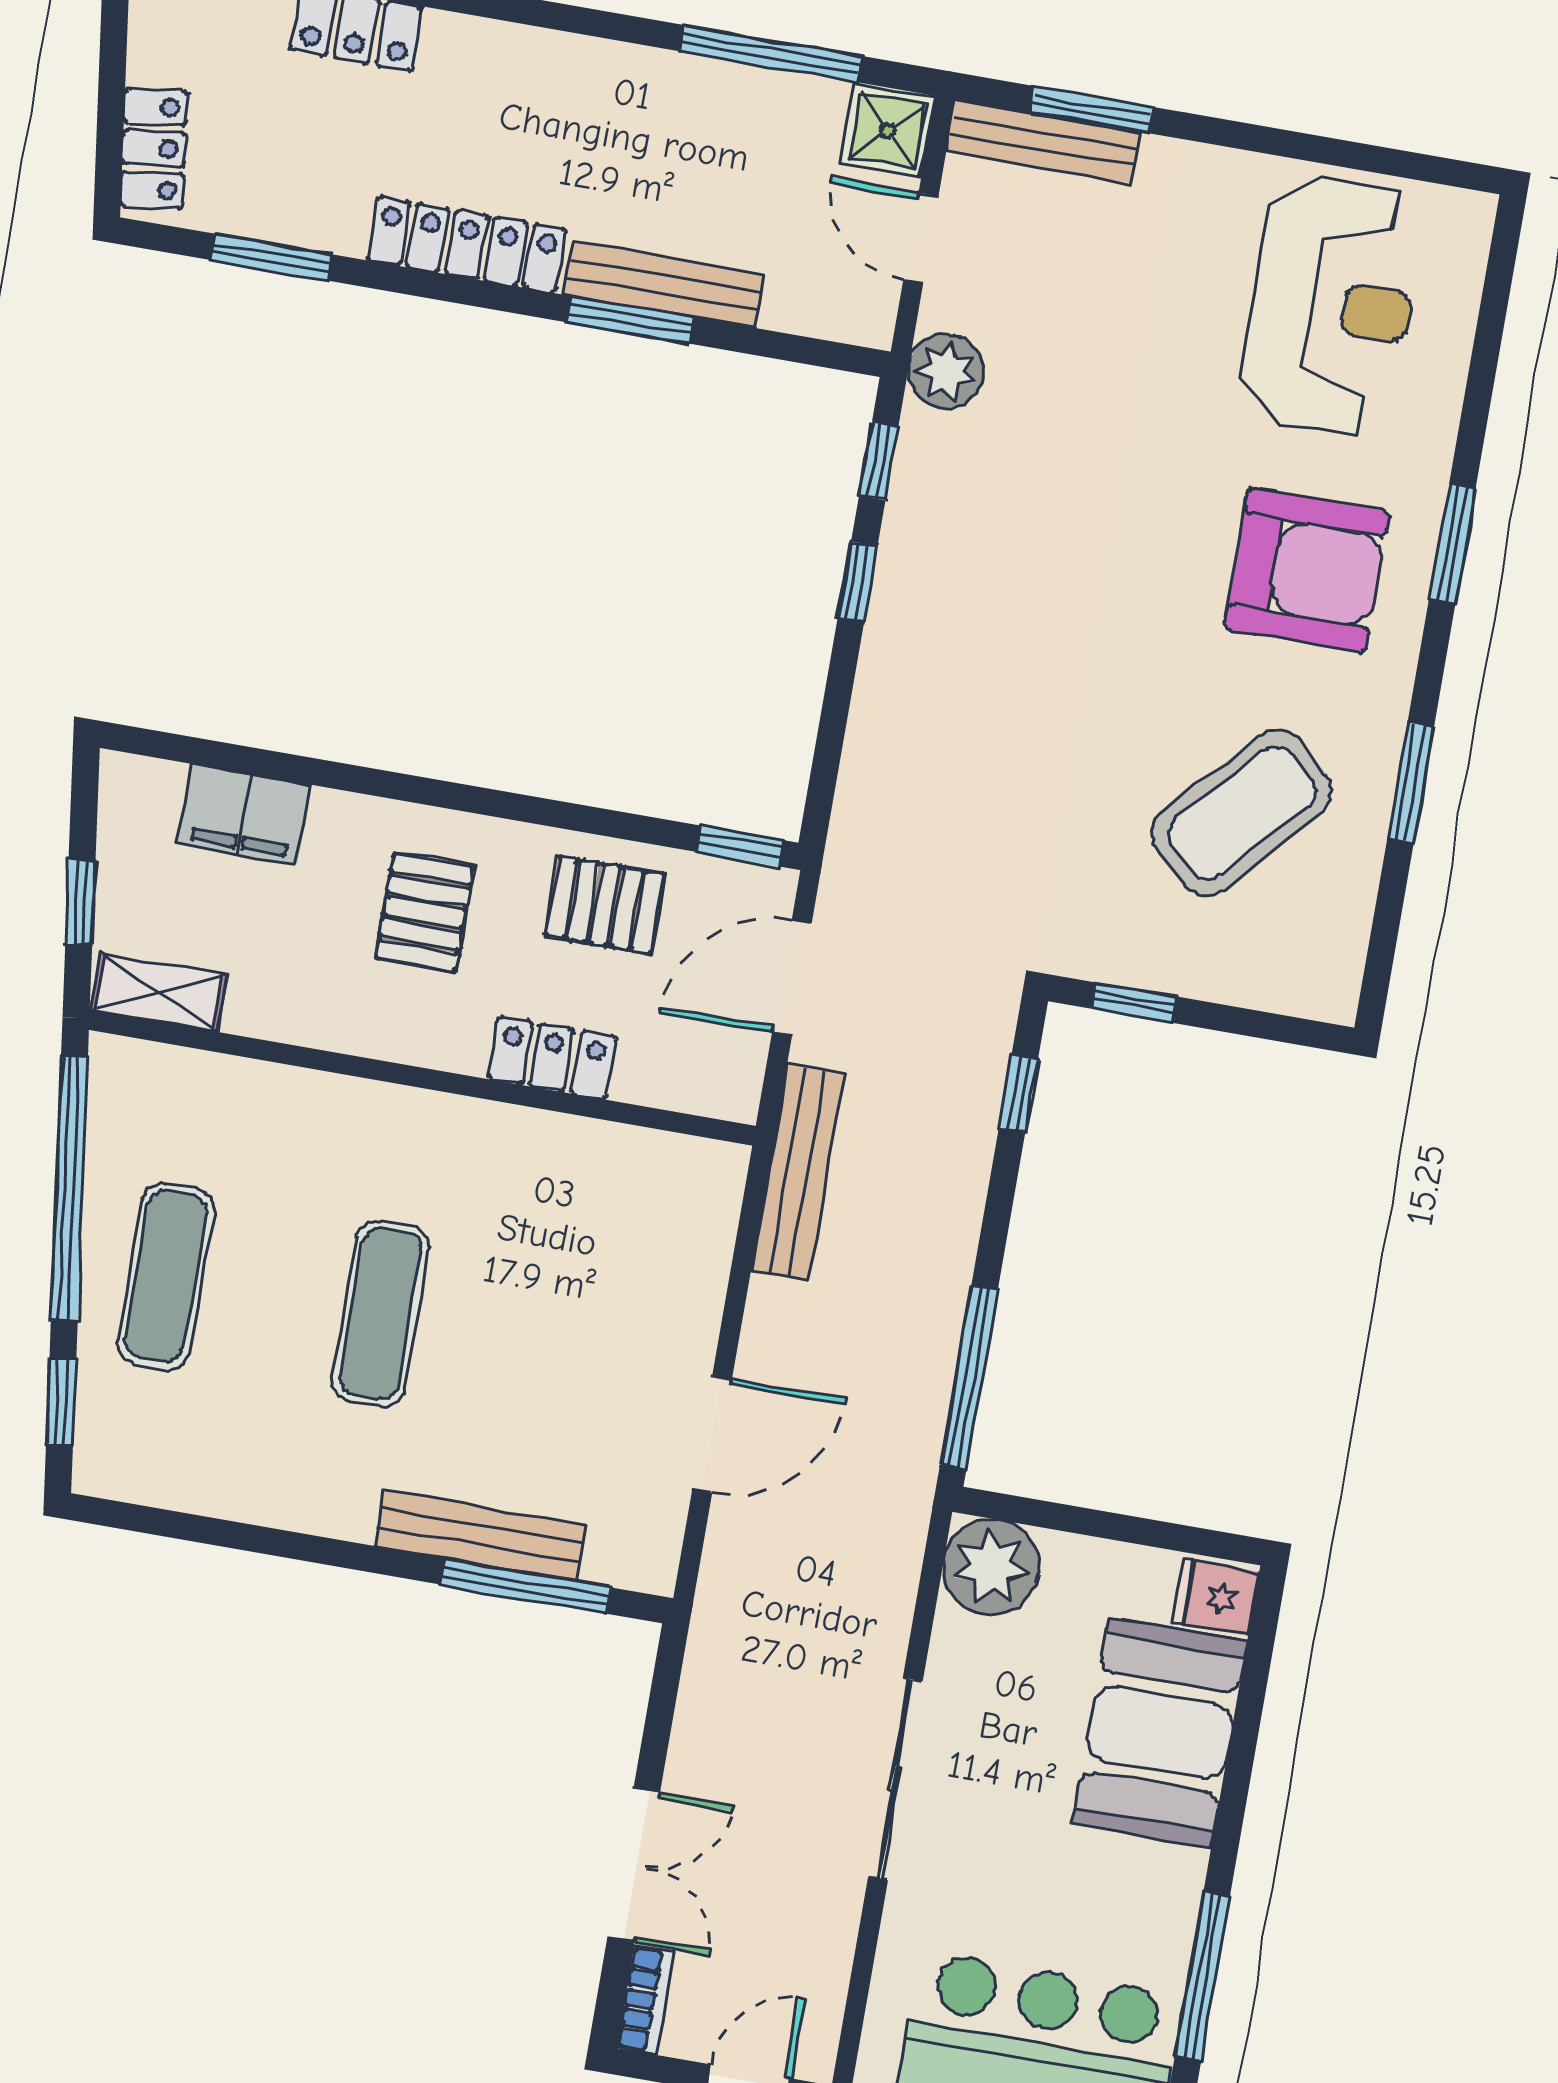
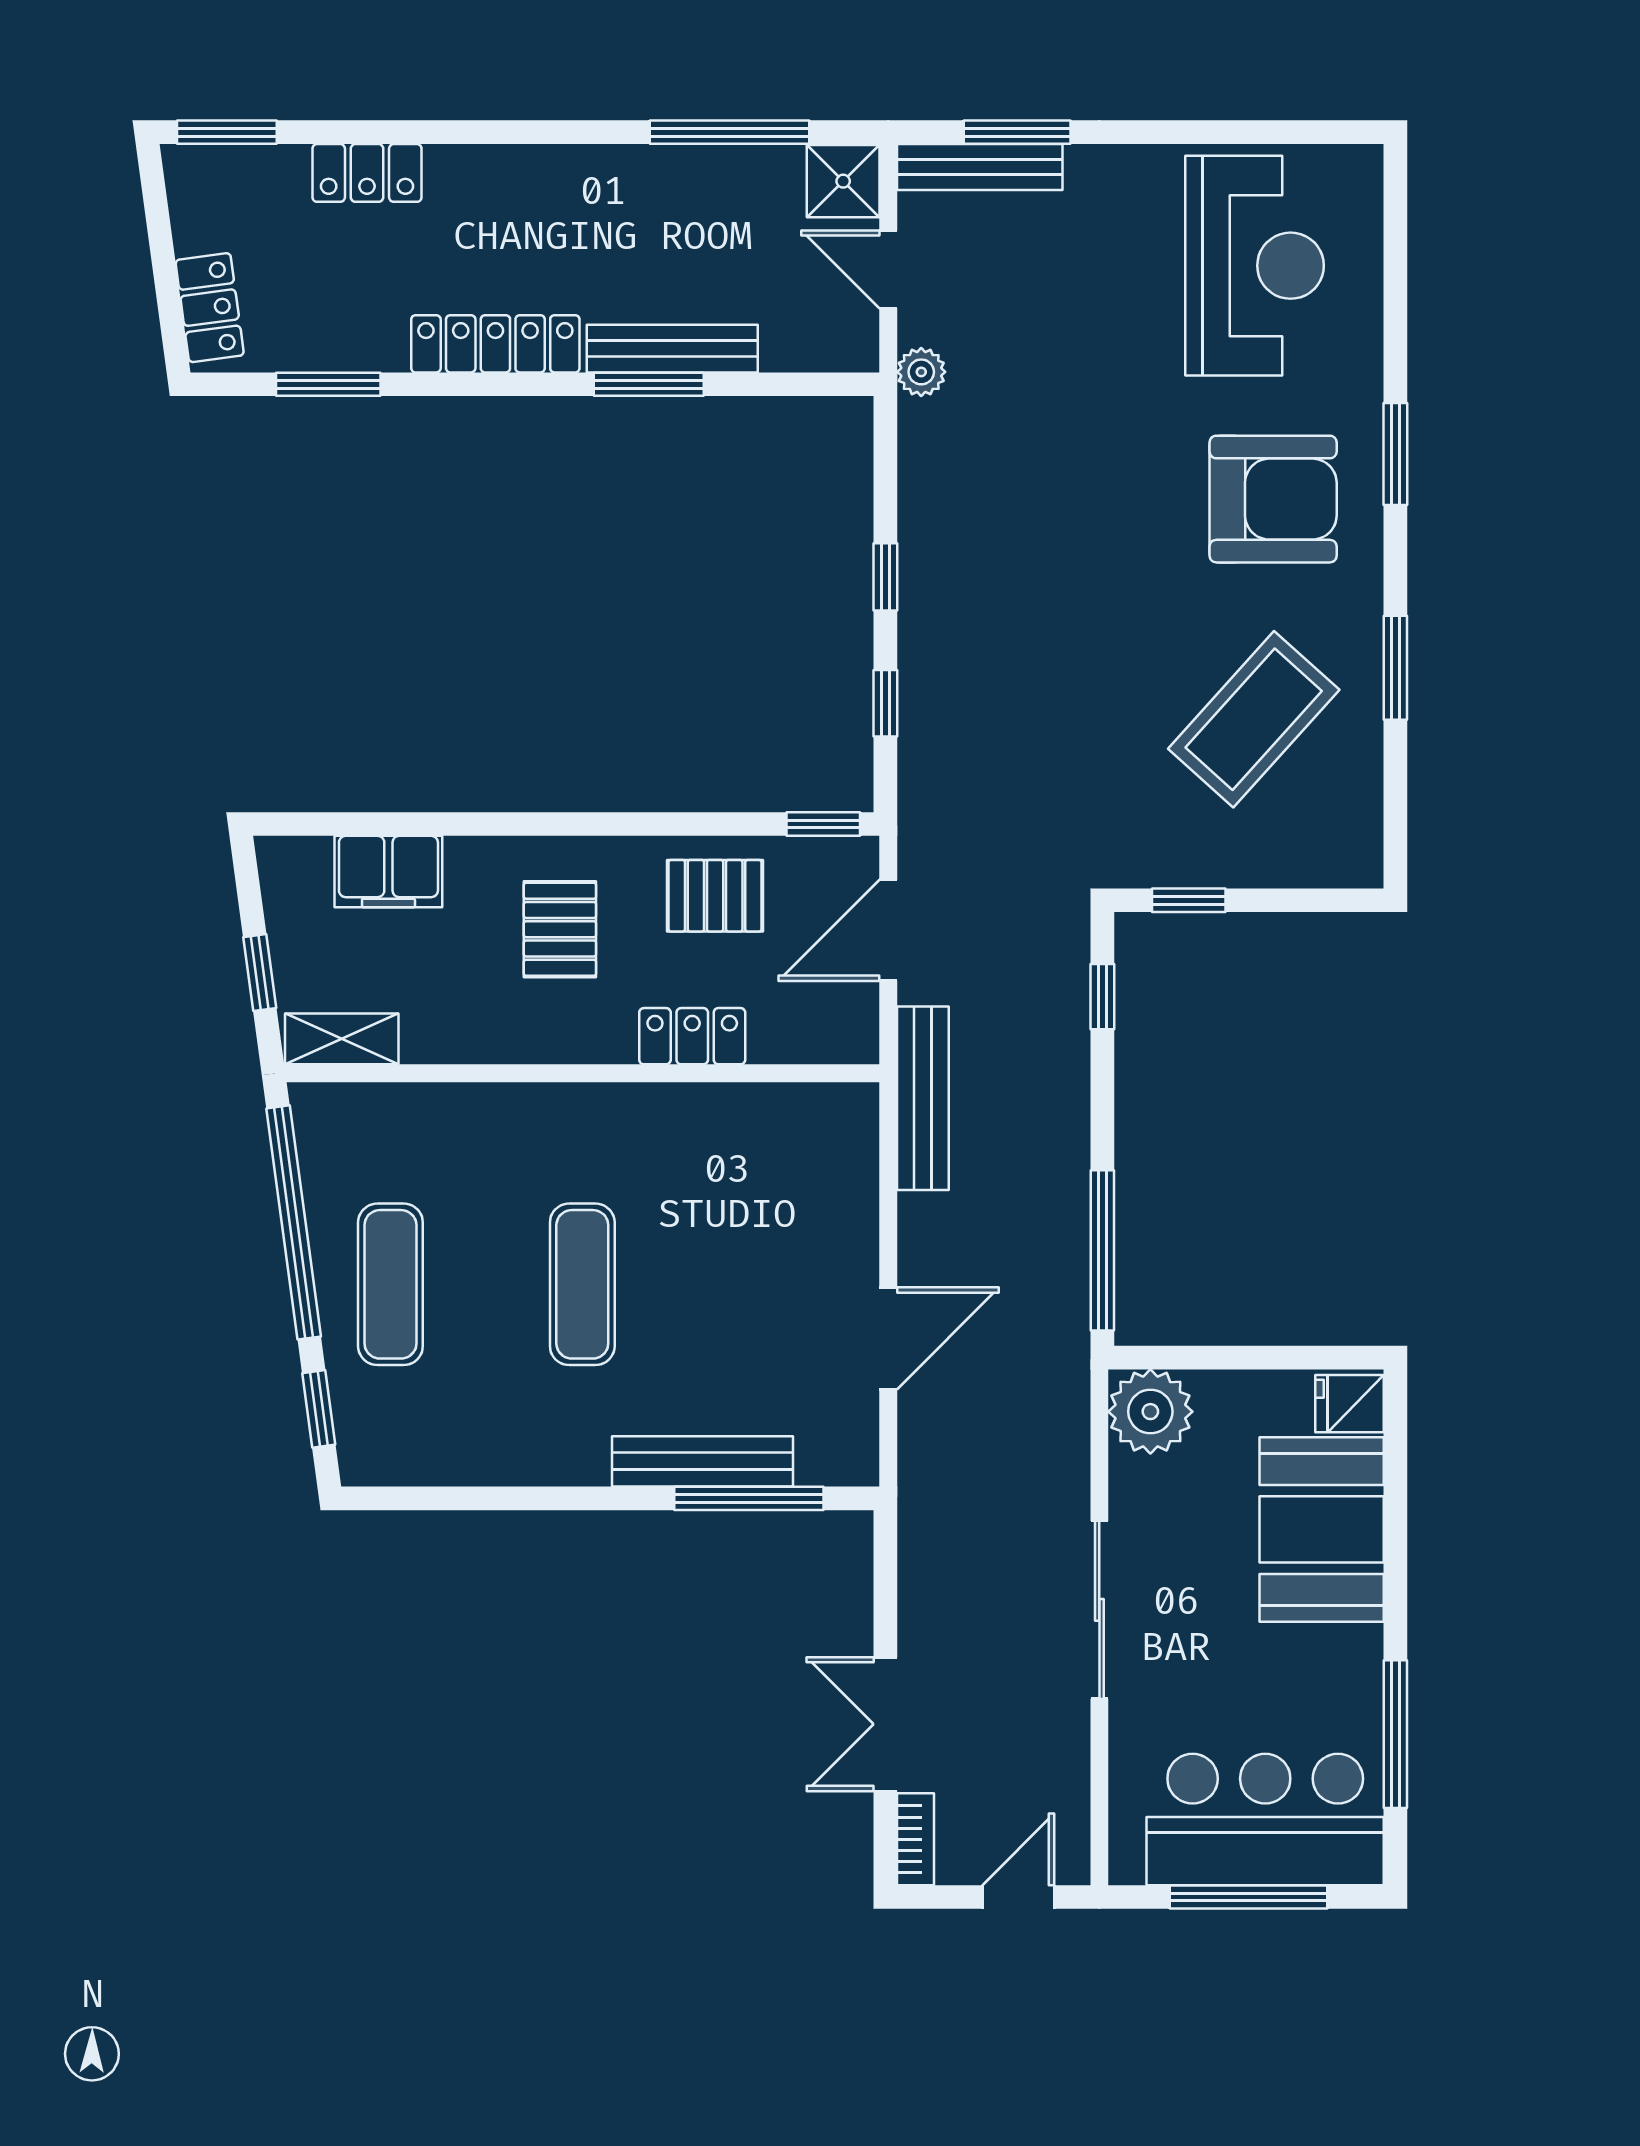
plant: (946, 371) -> (921, 372), width x0.73, depth x0.73
window: (879, 461) -> (885, 703), moved
double door: (634, 1865) -> (885, 1724), swing flipped

